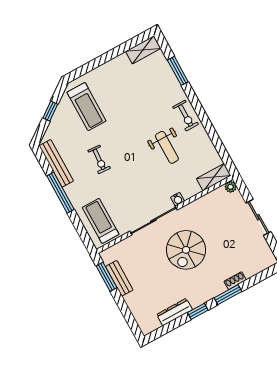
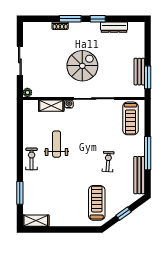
shelving: (214, 177) -> (51, 106), moved

